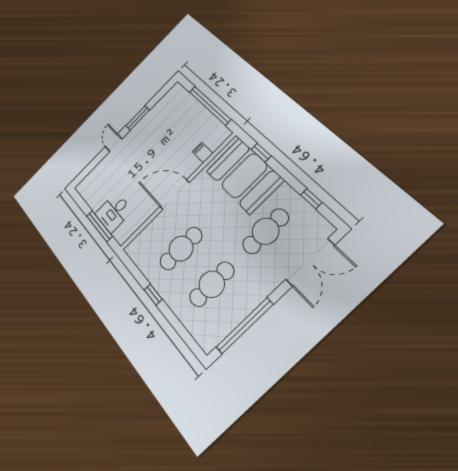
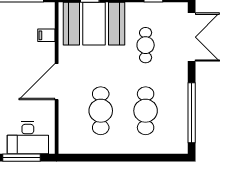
desk: (114, 212) -> (28, 138), width x1.37
cafe table: (266, 231) -> (146, 45), width x0.73, depth x0.74
window: (153, 295) -> (114, 158), removed

